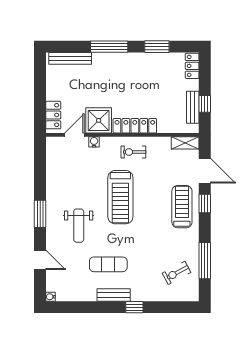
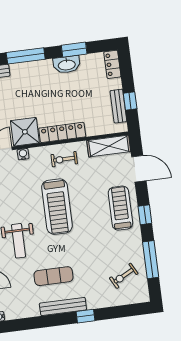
washbasin: (148, 60) -> (67, 65), added
shelving: (185, 143) -> (109, 146), width x1.50, depth x1.33
window: (205, 204) -> (145, 215), moved
bench: (114, 295) -> (63, 307), width x1.36

